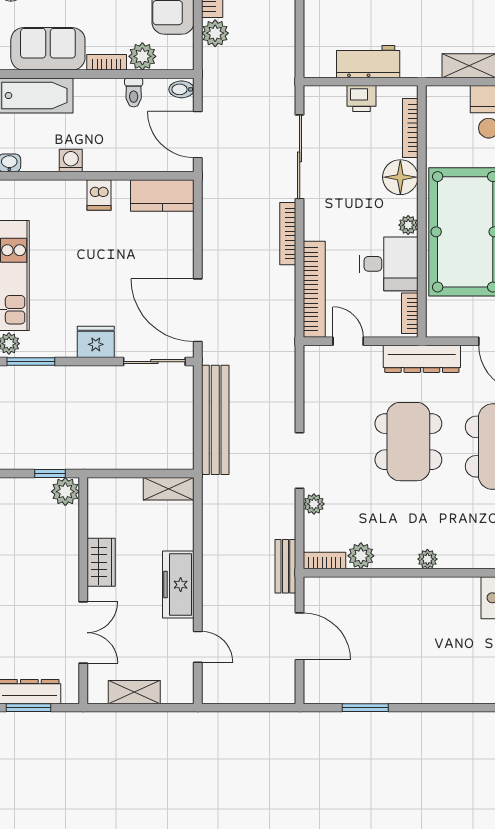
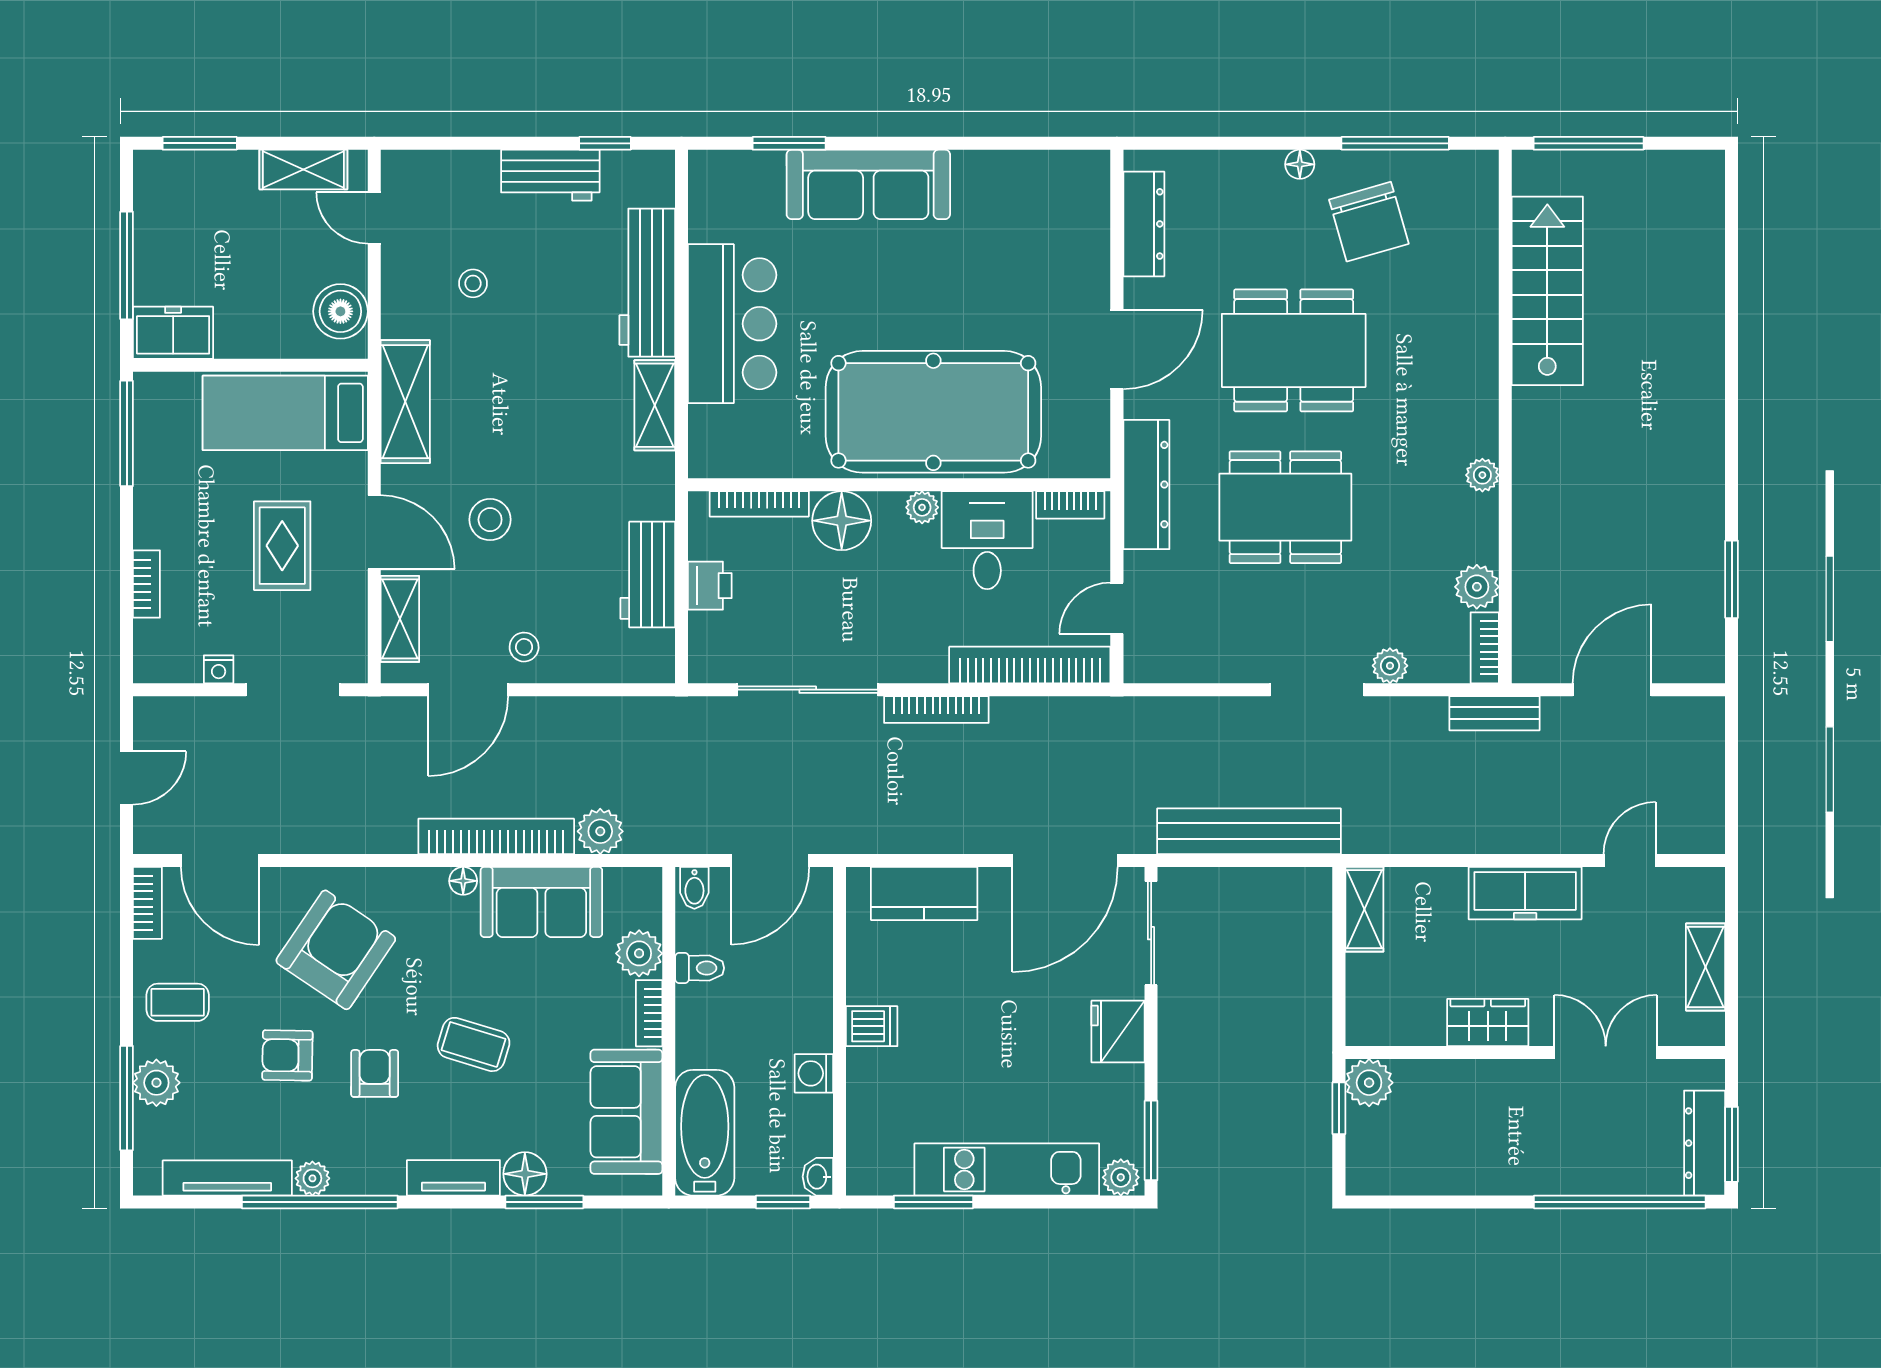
kitchen counter: (162, 195) -> (924, 893), moved, turned 90

